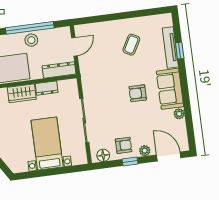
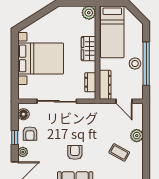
plant: (110, 28) -> (137, 136), added
dresser: (47, 88) -> (90, 82), moved
bed with nightstands: (47, 144) -> (41, 58), width x1.36

